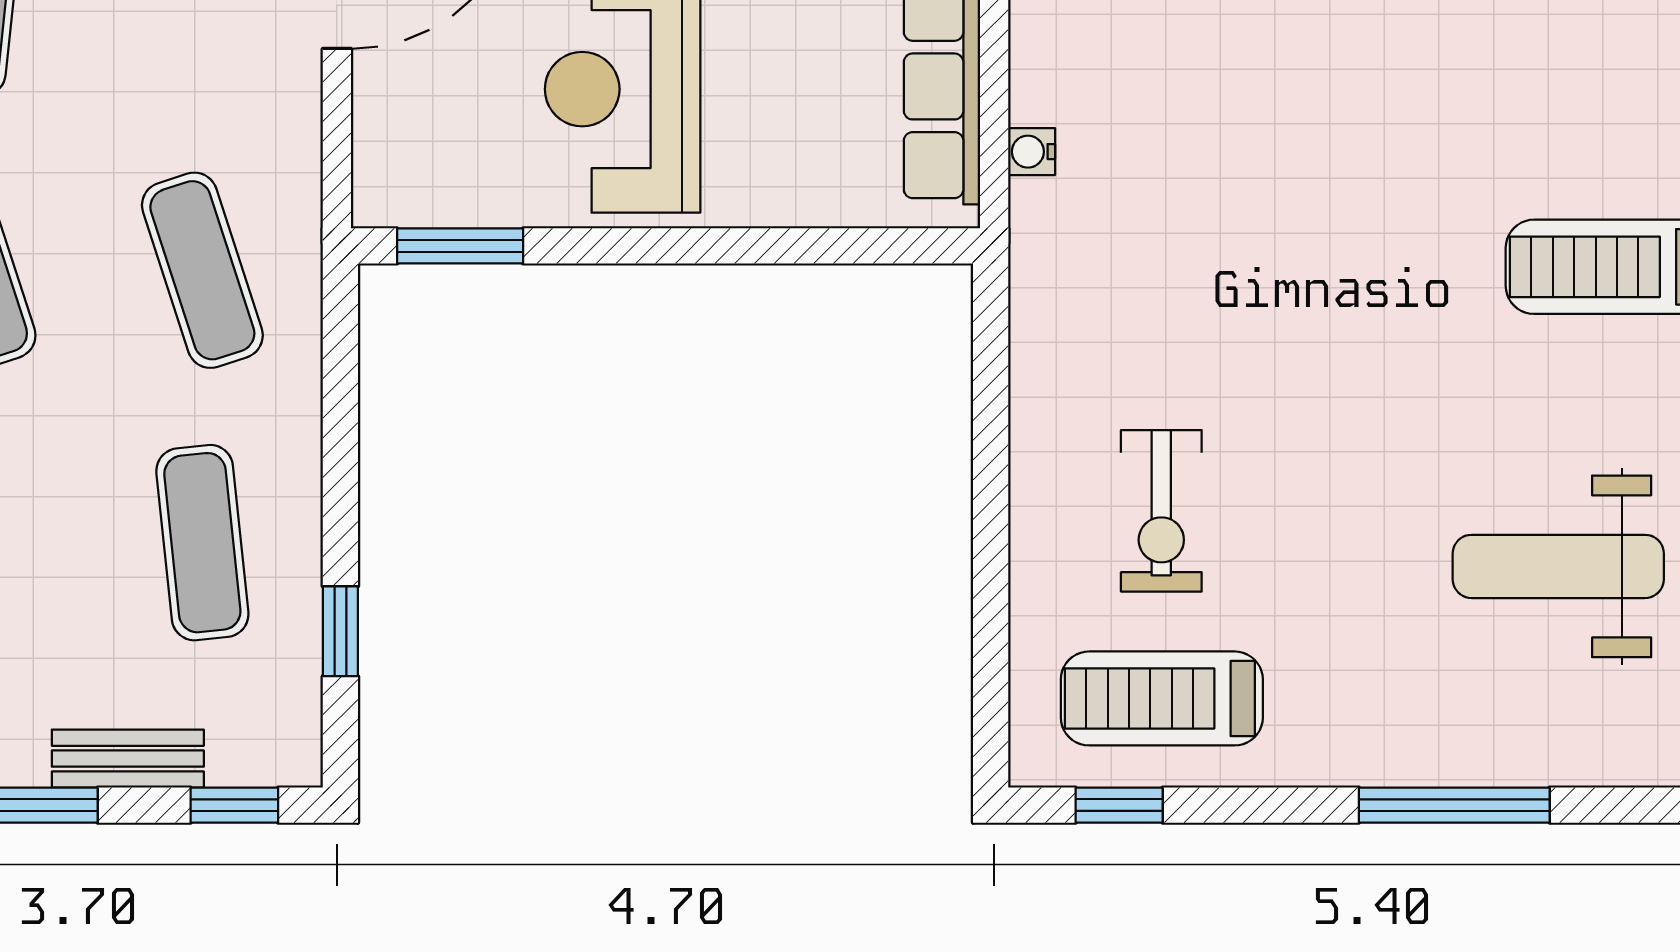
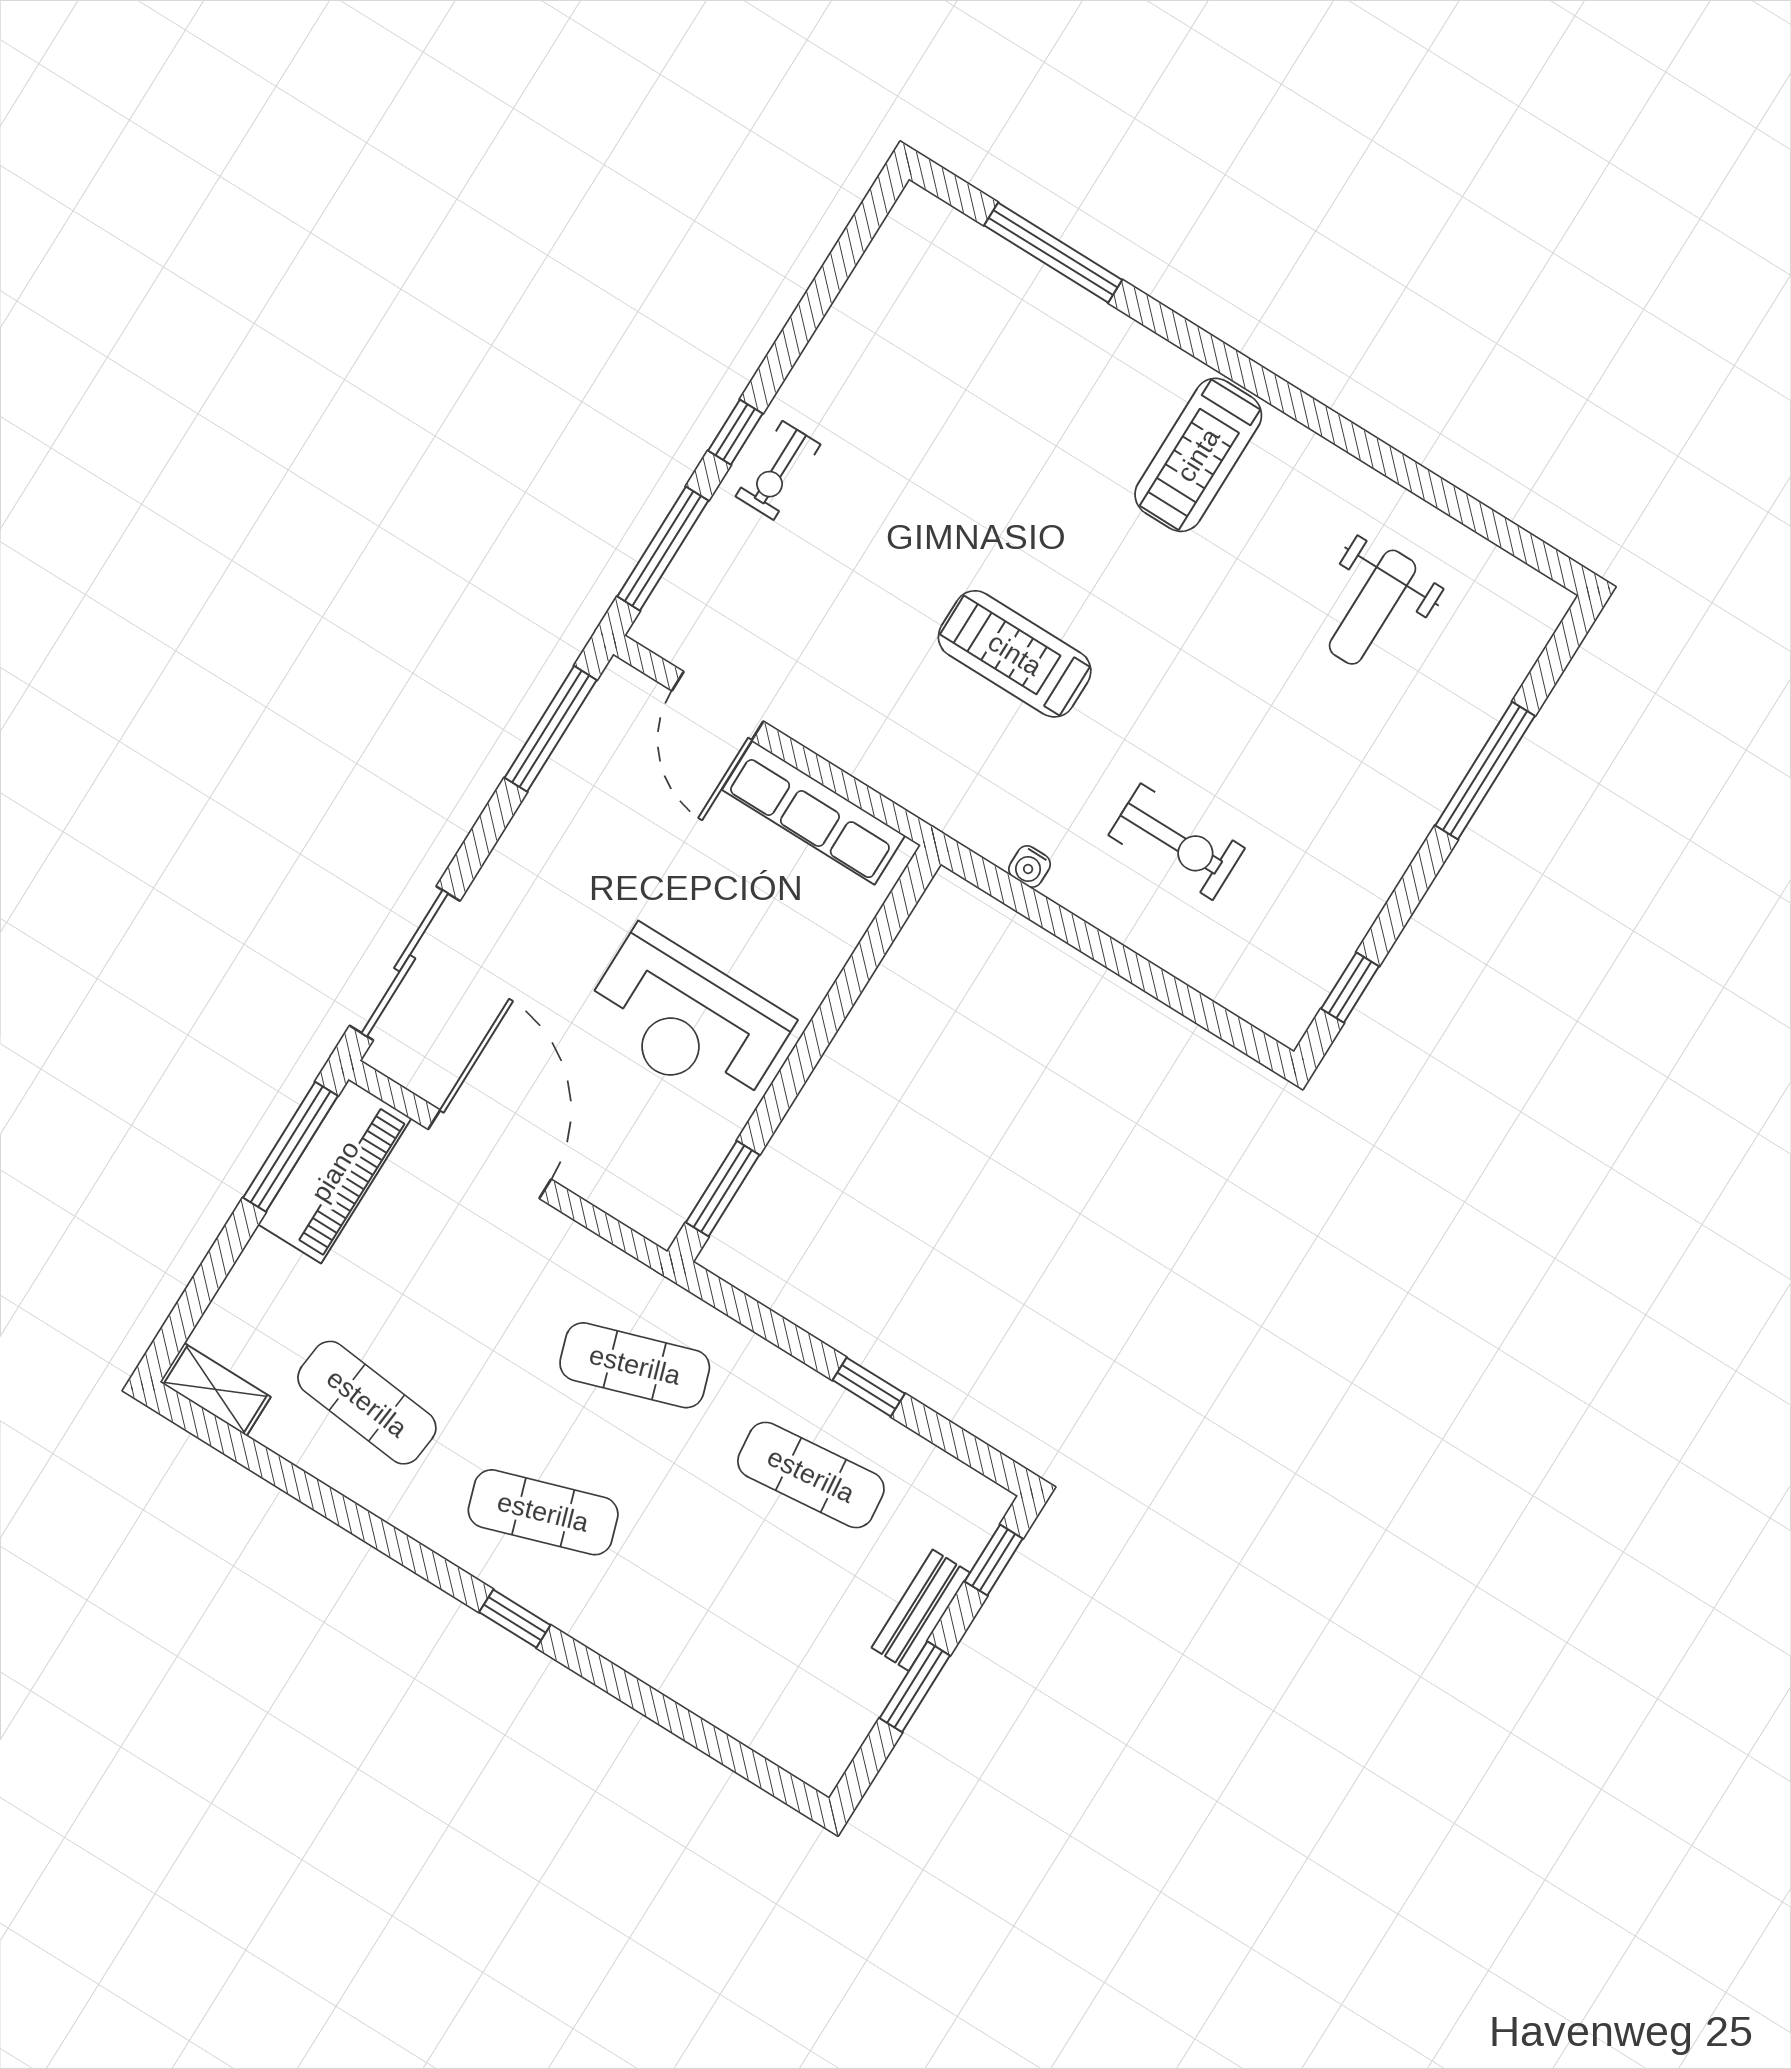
water cooler: (1032, 152) -> (1030, 867), moved
weight bench: (1558, 566) -> (1372, 607), width x0.73, depth x0.75
window: (340, 631) -> (869, 1387), moved
treadmill: (1162, 698) -> (1015, 654), moved, turned 90

